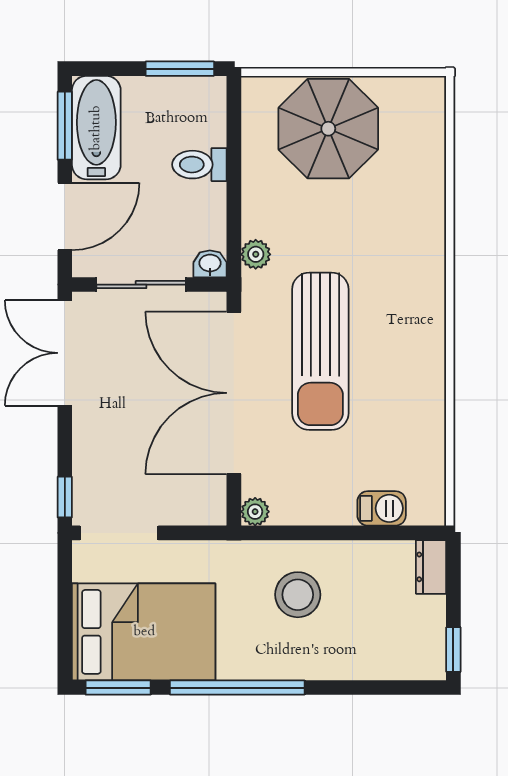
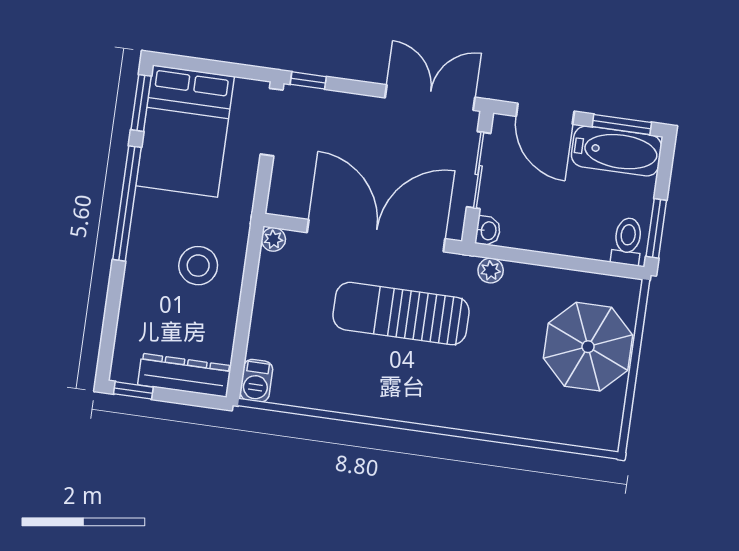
toilet: (199, 165) -> (627, 241), moved
barbecue: (382, 508) -> (256, 381), moved
dresser: (431, 567) -> (184, 375), width x1.96, depth x1.24

